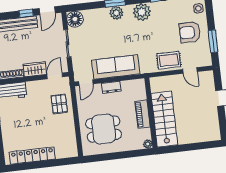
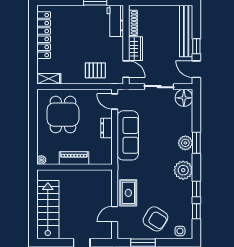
armchair: (190, 32) -> (155, 219), turned 122
stairs: (164, 119) -> (48, 210), moved, turned -90
shelving: (72, 146) -> (49, 79), added

